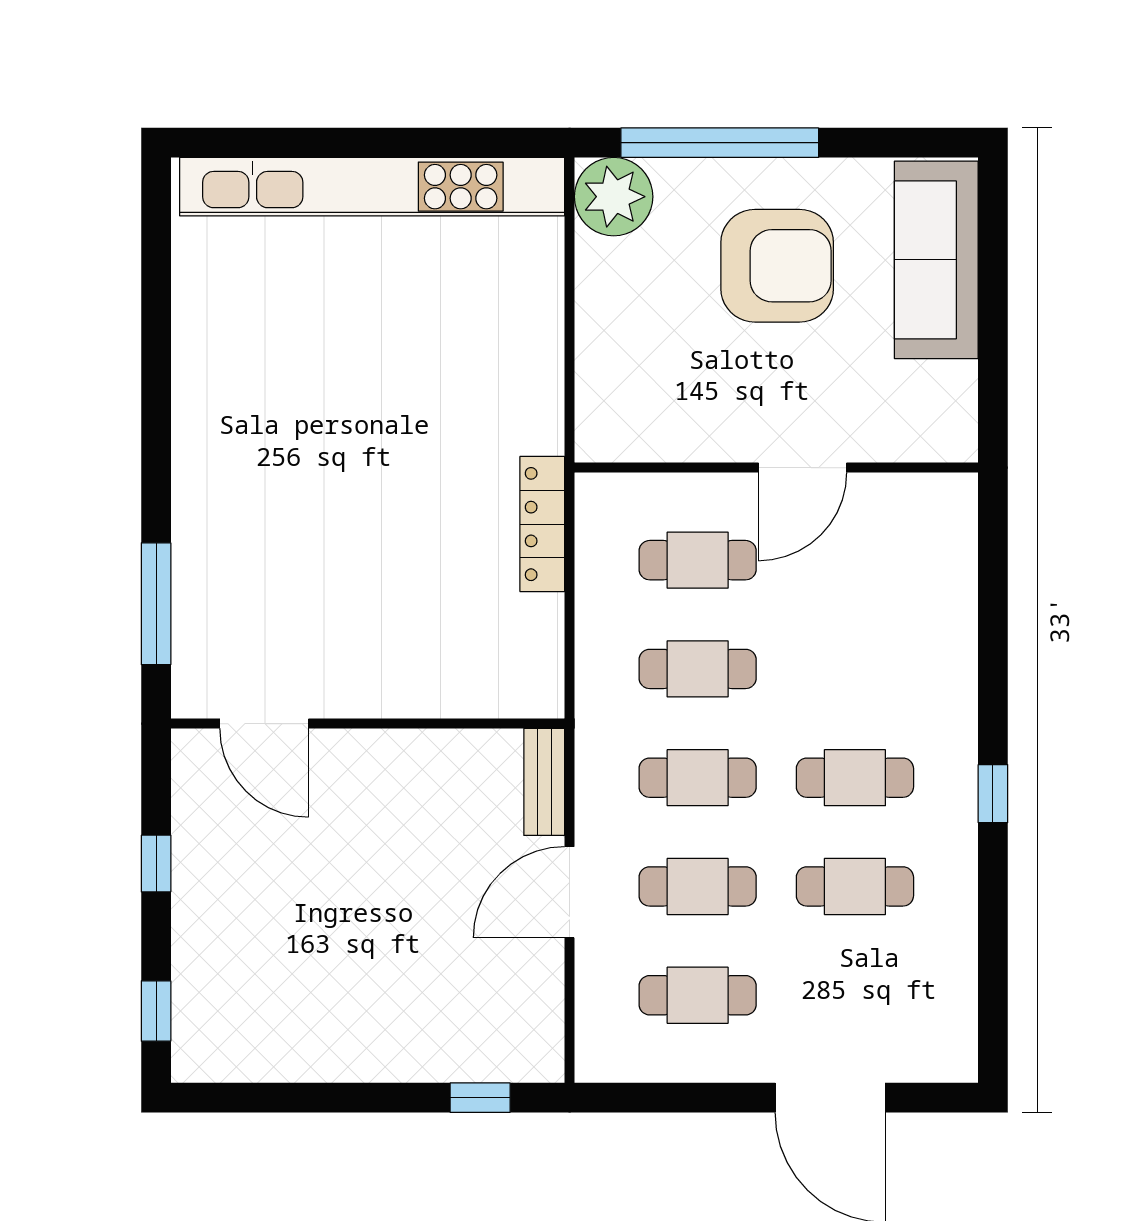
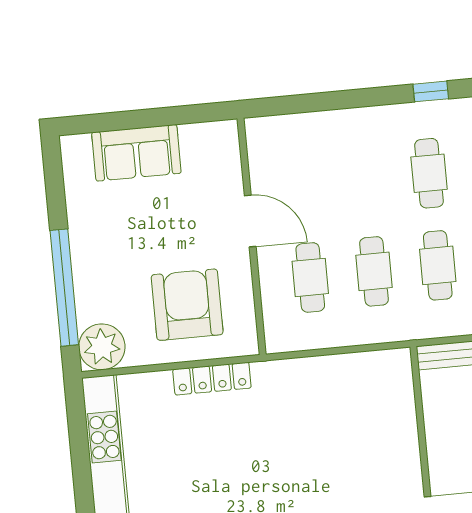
sofa: (936, 260) -> (136, 153), width x0.73
armchair: (777, 266) -> (187, 305), moved
locker: (542, 524) -> (212, 379), moved

